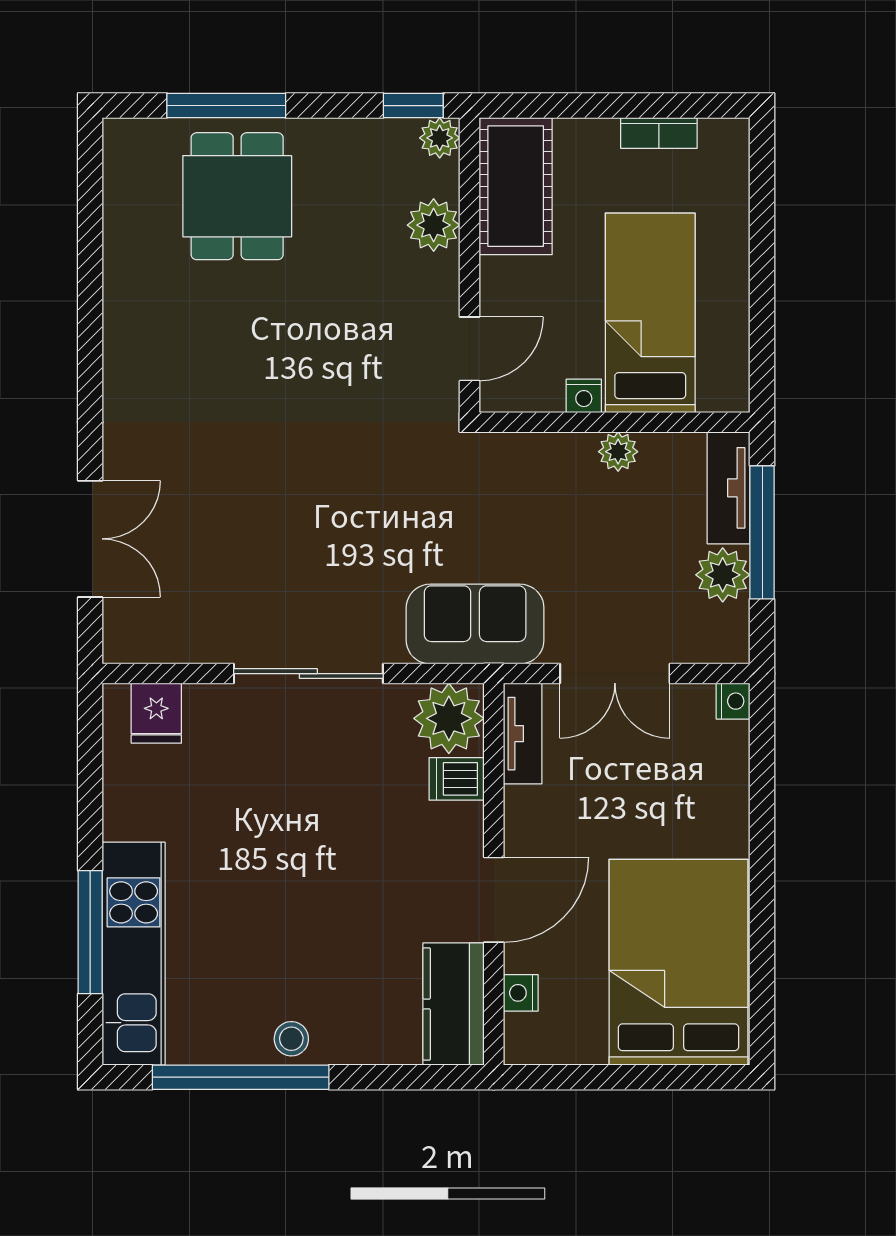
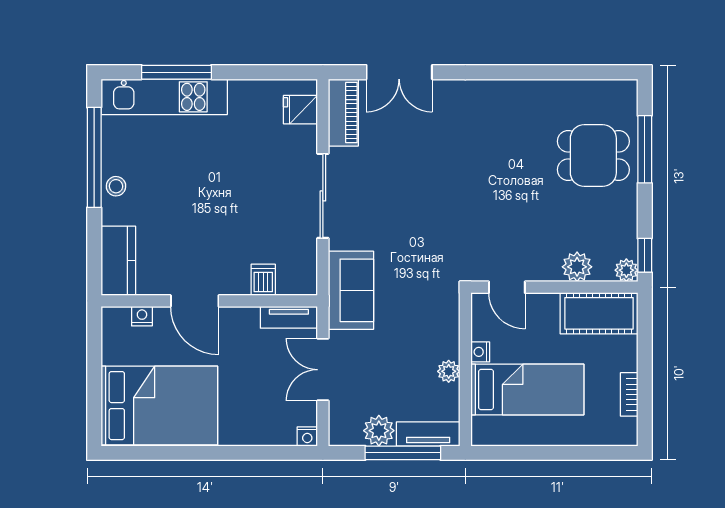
piano: (161, 637) -> (343, 113), added
plant: (449, 718) -> (297, 275), removed
kitchen counter: (454, 1004) -> (118, 261), moved, turned 90

